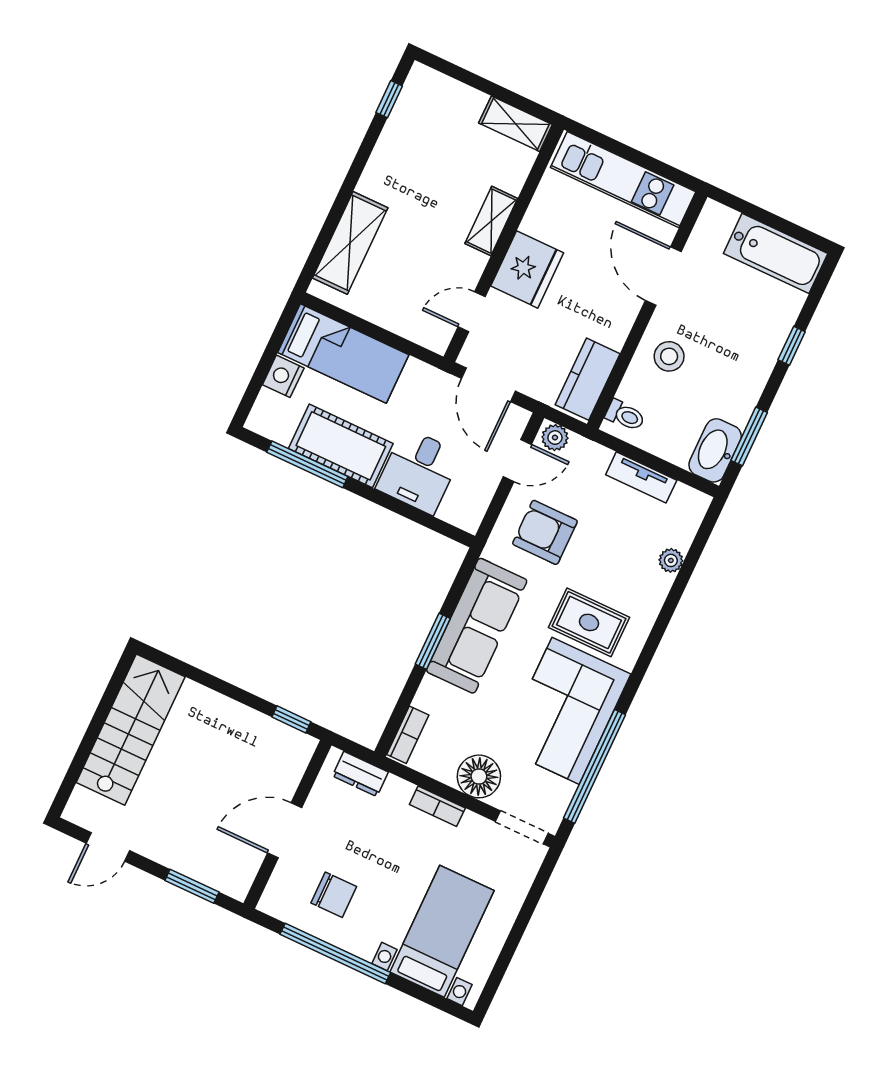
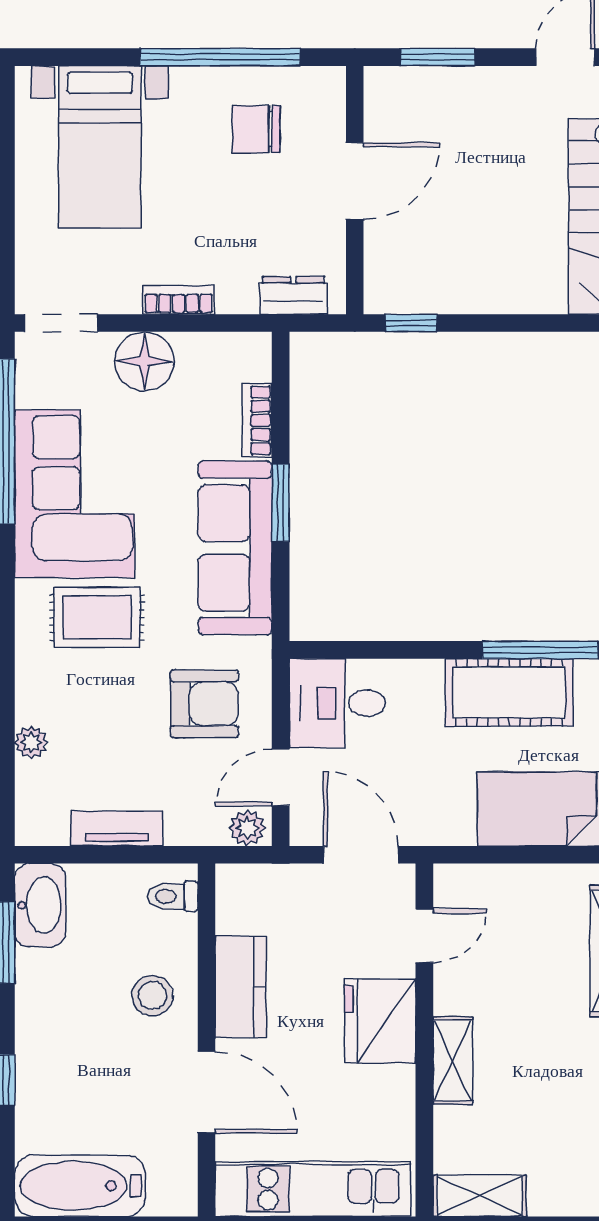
kitchen counter: (588, 379) -> (241, 987), moved
desk: (419, 471) -> (337, 703), moved, turned -90
bookcase: (408, 735) -> (257, 420), moved

